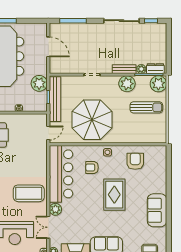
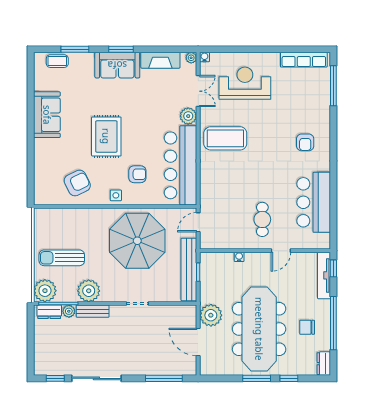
plant: (39, 83) -> (211, 315), moved
armchair: (135, 161) -> (77, 183), turned -116

